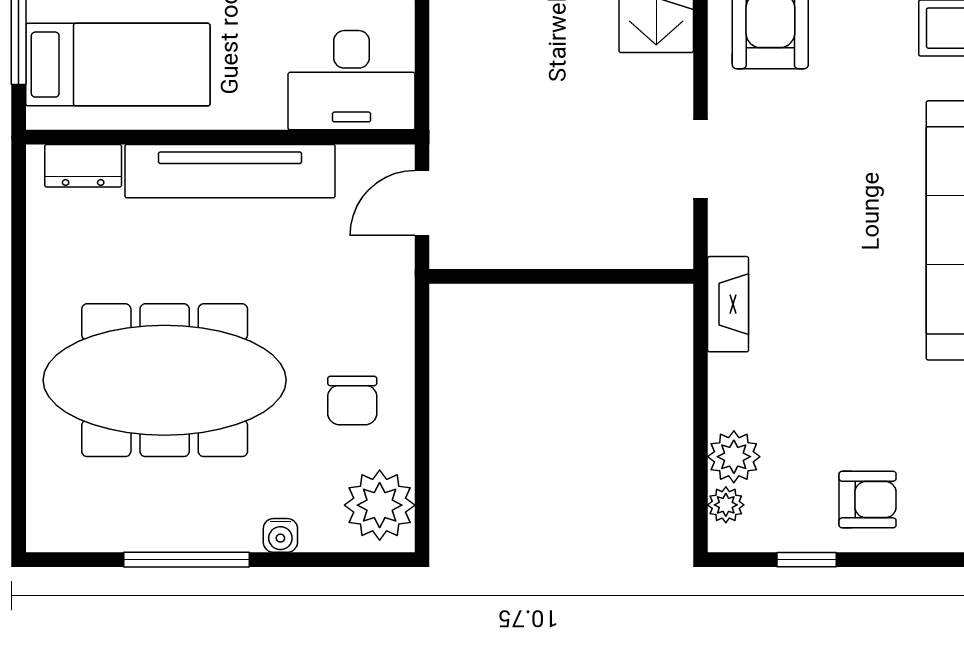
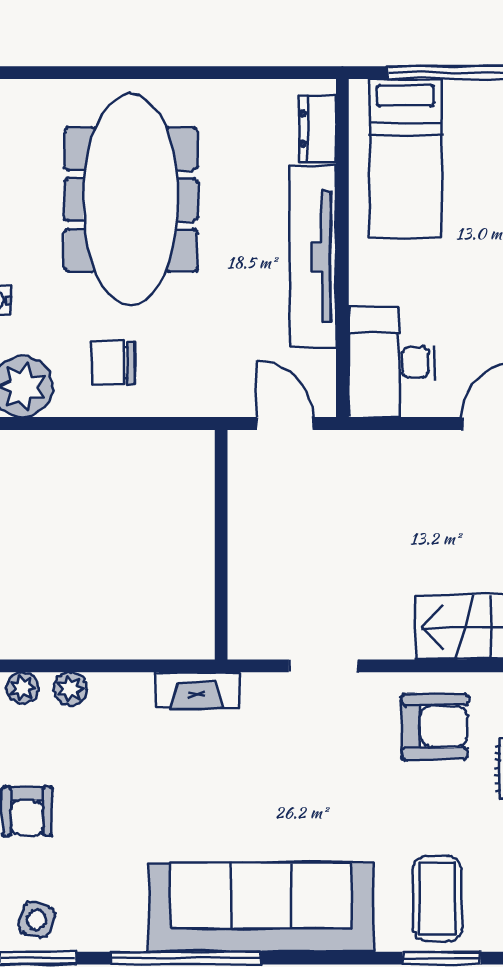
plant: (734, 457) -> (70, 689), width x0.73, depth x0.73

